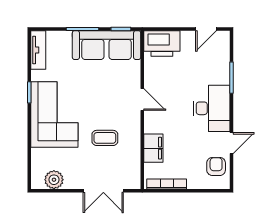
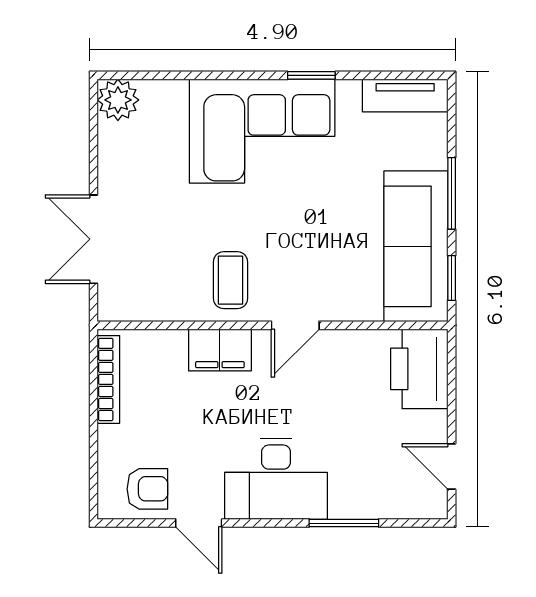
coffee table: (105, 138) -> (230, 280), moved
filing cabinet: (153, 148) -> (220, 350), moved
plant: (54, 180) -> (118, 100), moved

